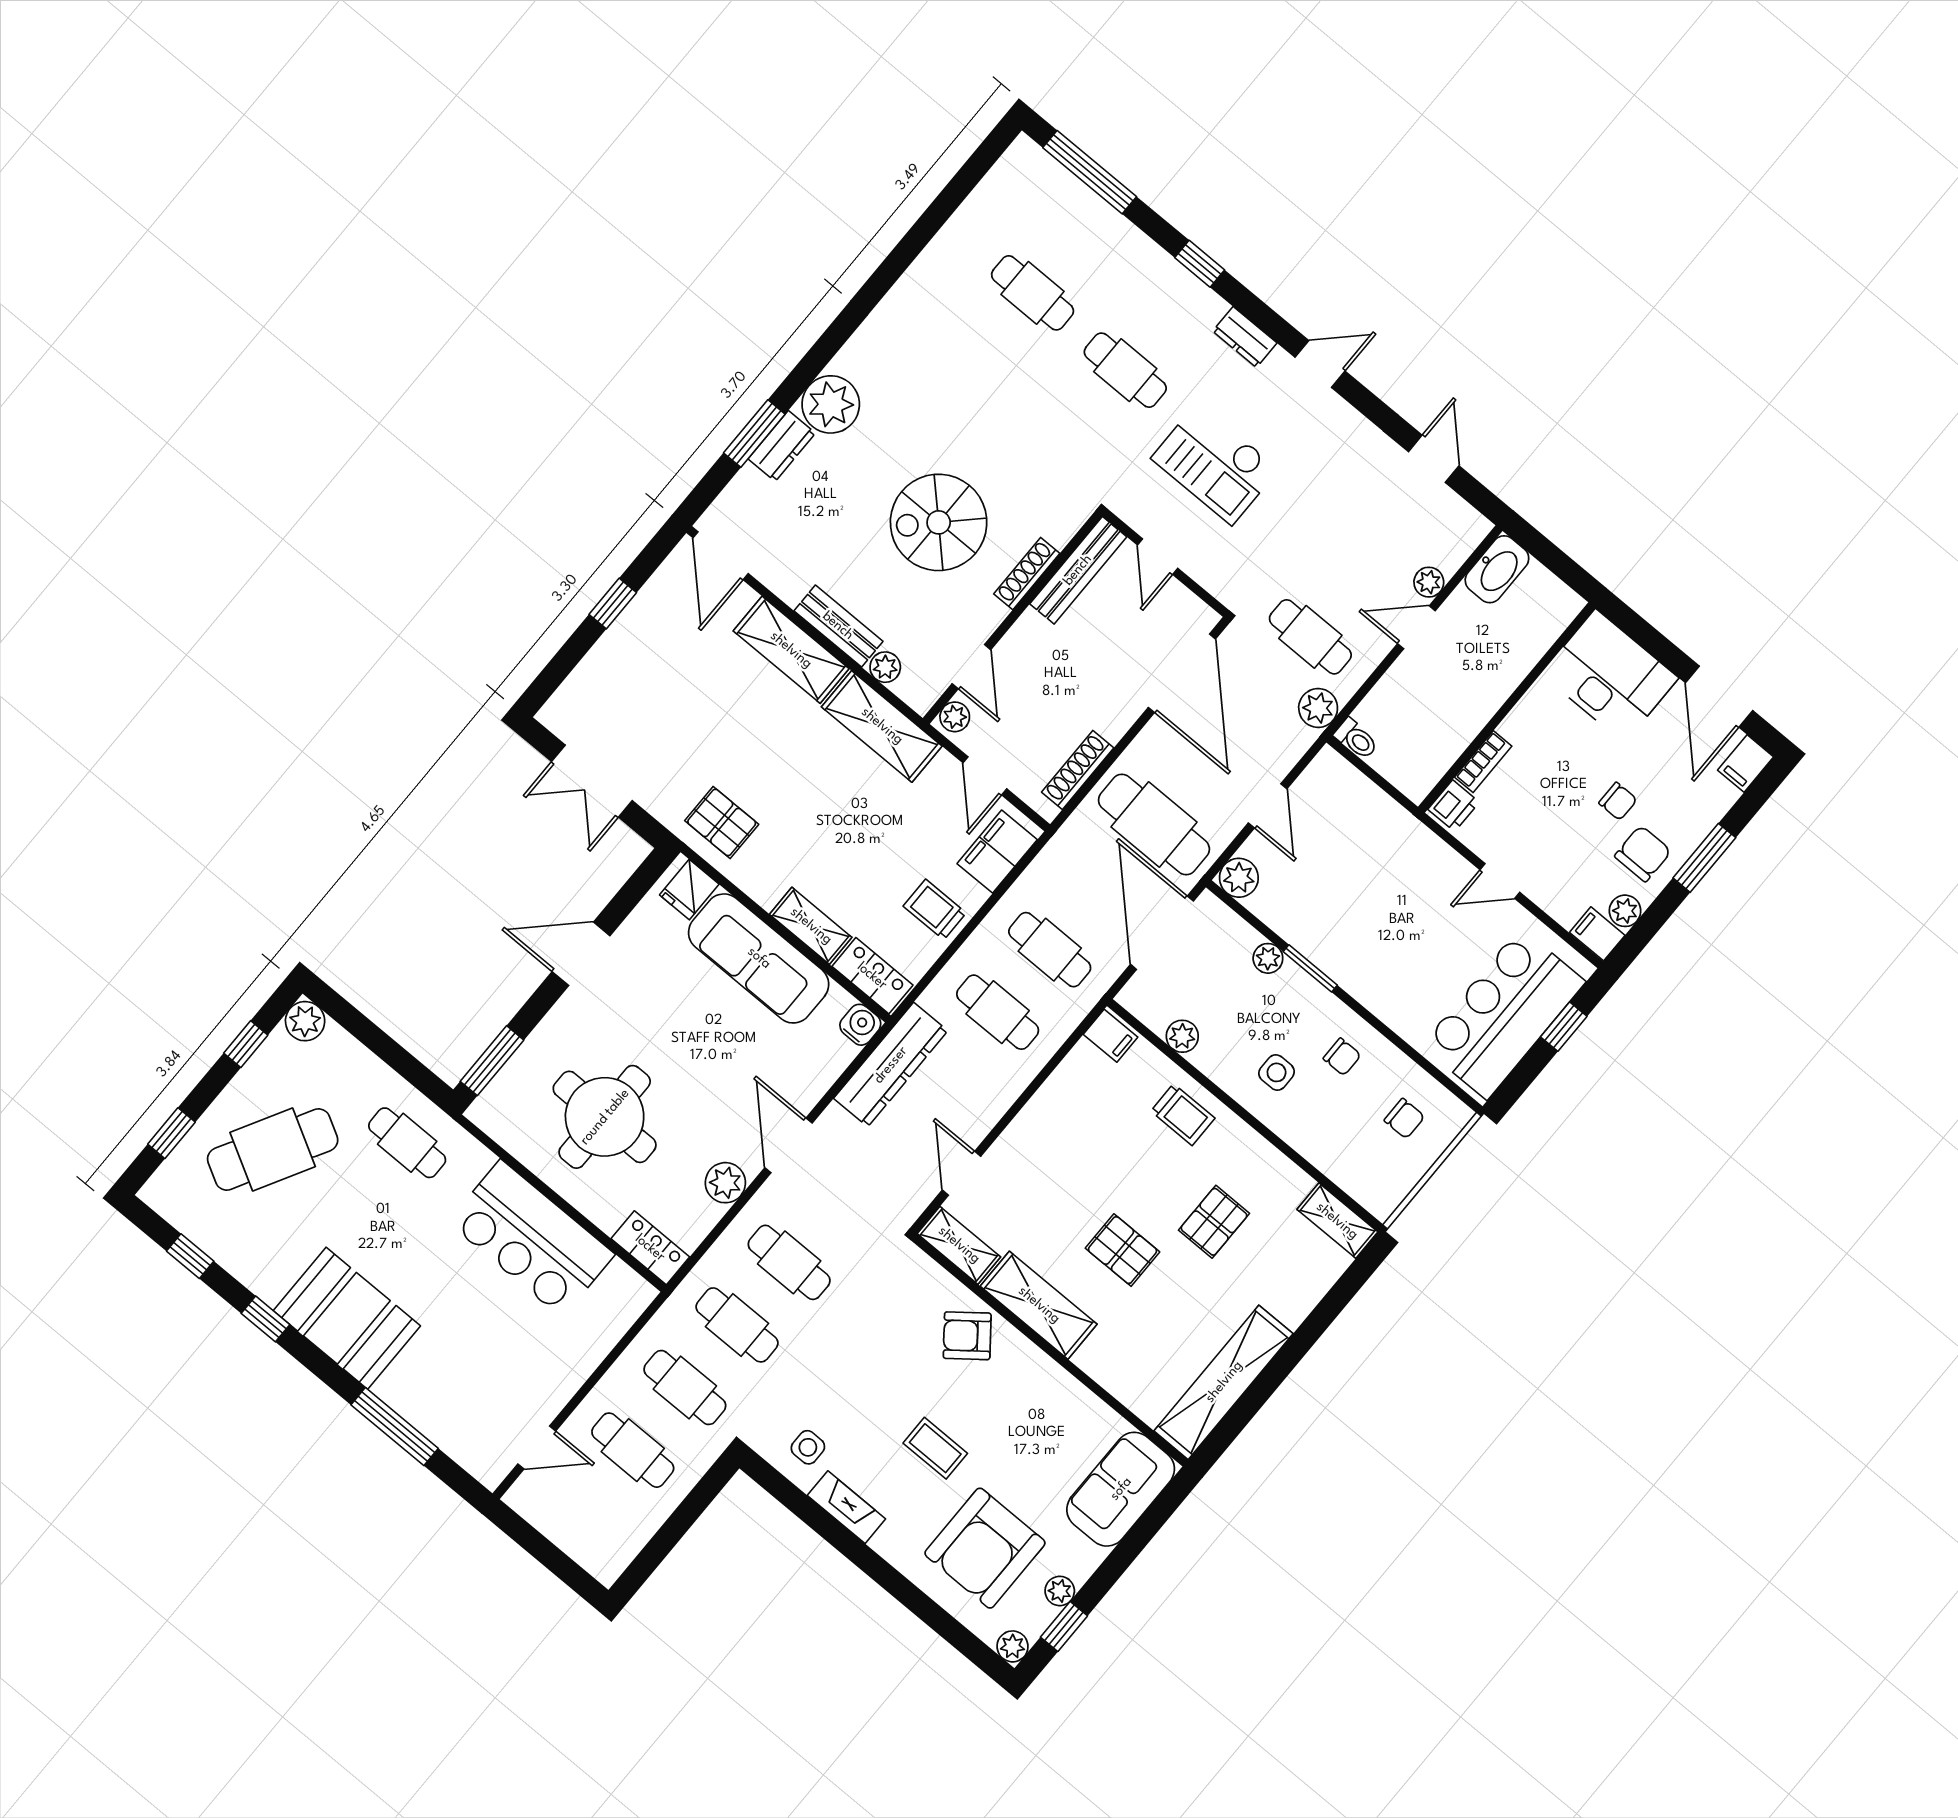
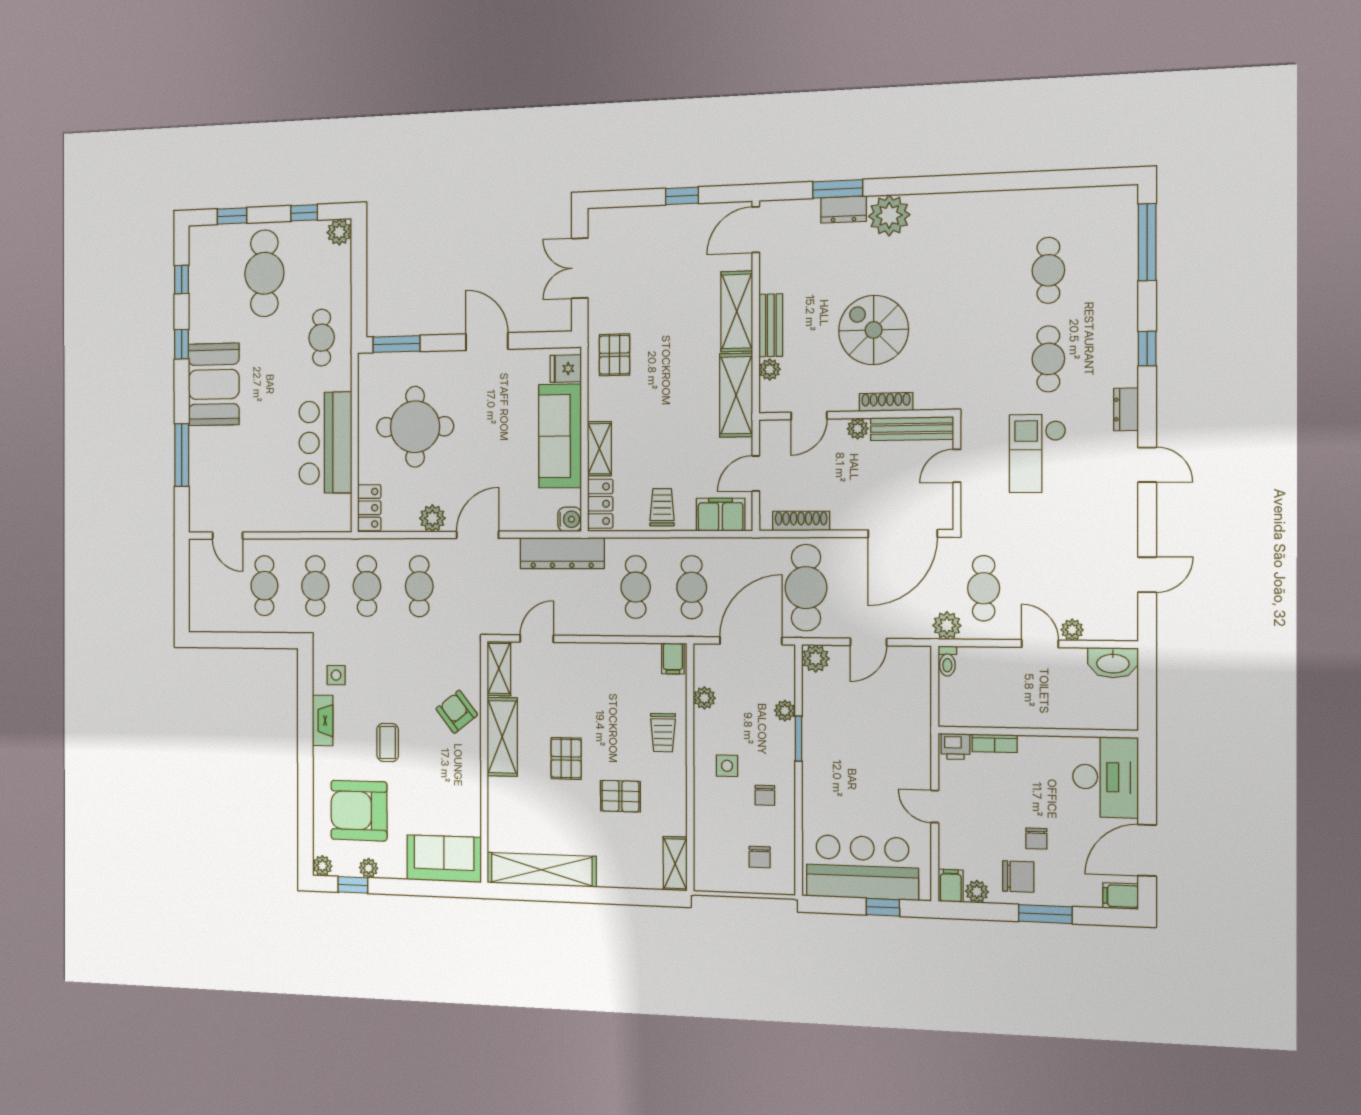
plant: (955, 717) -> (858, 429), moved
cafe table: (273, 1150) -> (264, 273), turned 61

